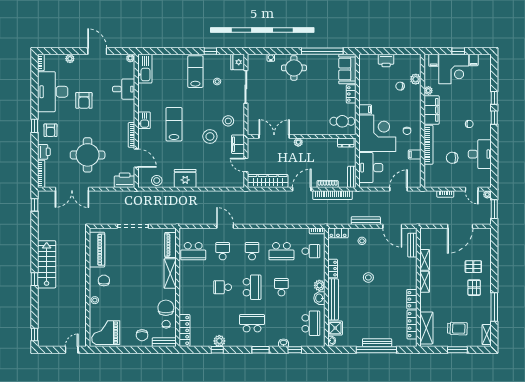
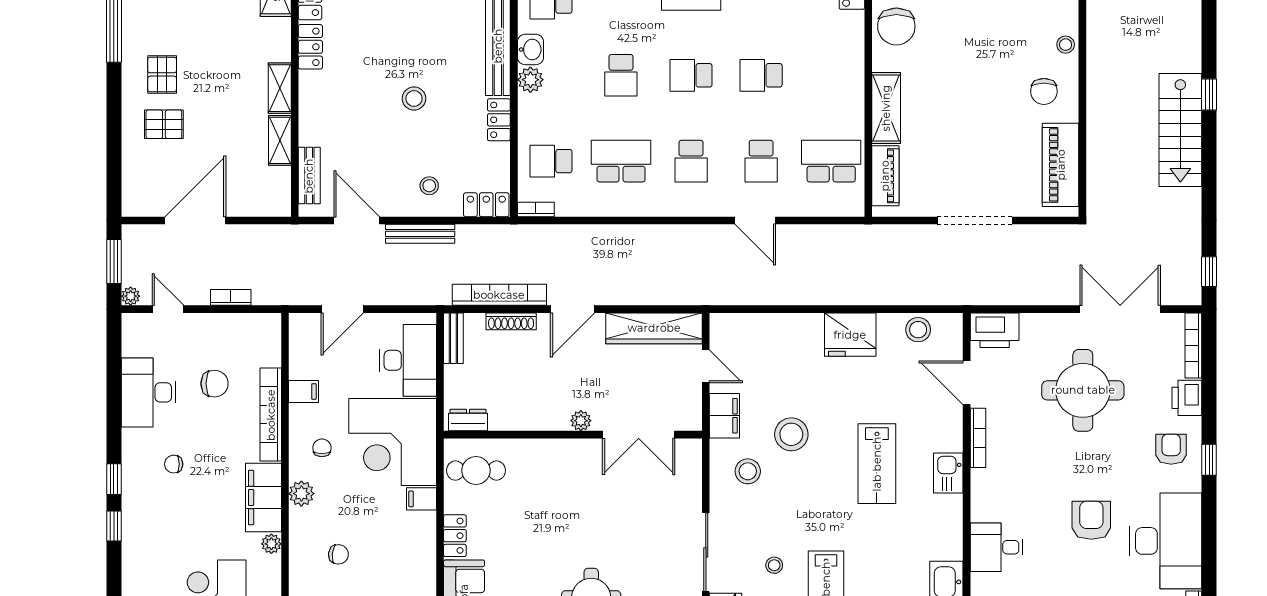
plant: (416, 79) -> (301, 494), moved
school desk: (223, 287) -> (761, 75), turned 180
school desk: (252, 287) -> (691, 75), width x0.54

